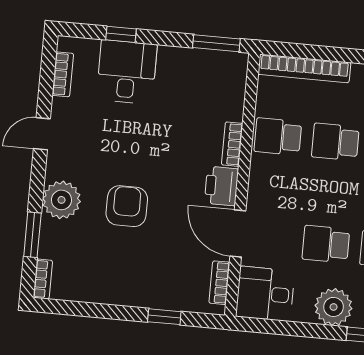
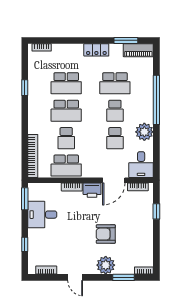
desk: (127, 72) -> (42, 215), moved
school desk: (278, 137) -> (66, 166), width x1.85

